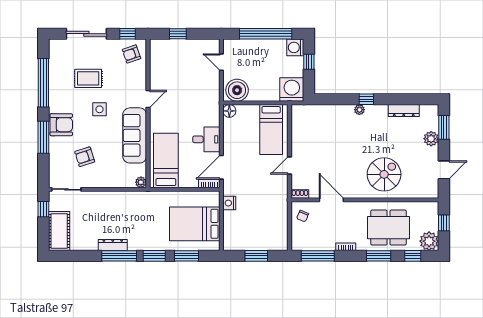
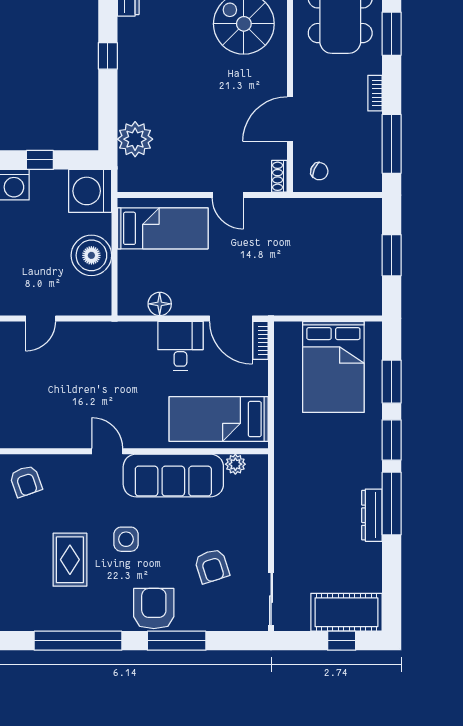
boiler: (237, 90) -> (91, 255), moved
plant: (359, 110) -> (135, 139), moved, width x1.88, depth x1.88
floor lamp: (229, 111) -> (160, 304), moved
plant: (141, 182) -> (235, 464), moved
nightstand: (229, 203) -> (296, 304), removed
window: (43, 209) -> (342, 641), moved

